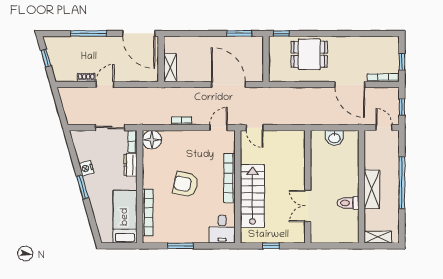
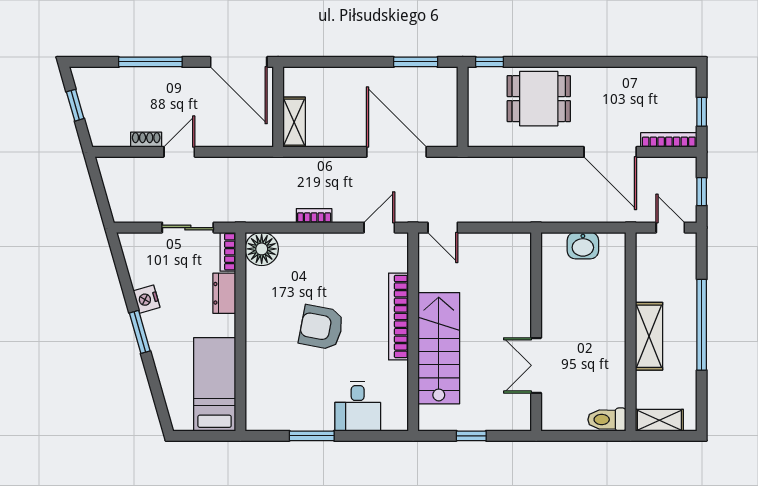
toilet: (348, 203) -> (607, 420), moved
bookcase: (148, 212) -> (254, 377), removed
desk: (222, 229) -> (358, 406), moved

